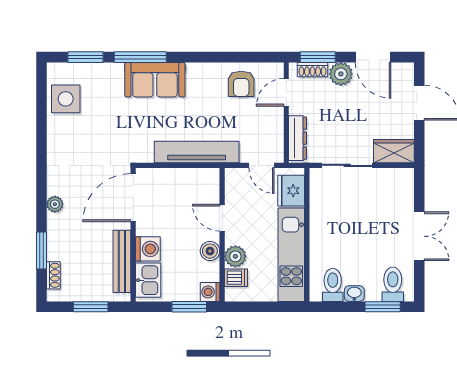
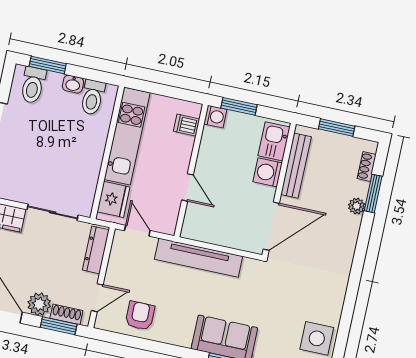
plant: (55, 204) -> (357, 206), moved
boiler: (210, 251) -> (207, 157), removed
plant: (235, 256) -> (183, 146), removed

